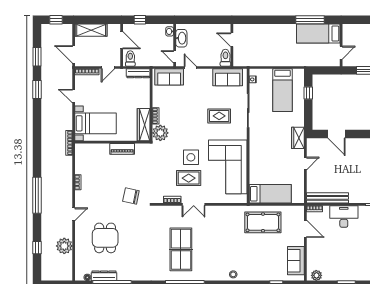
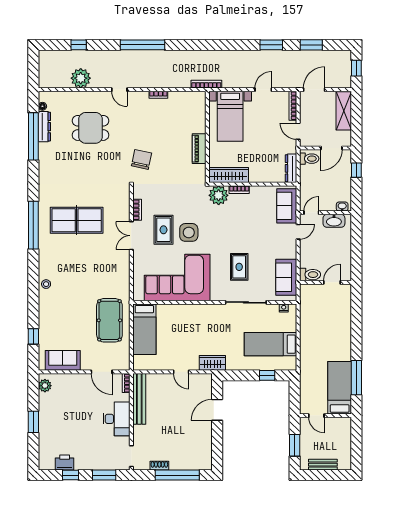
door: (305, 229) -> (102, 372), hinge flipped

